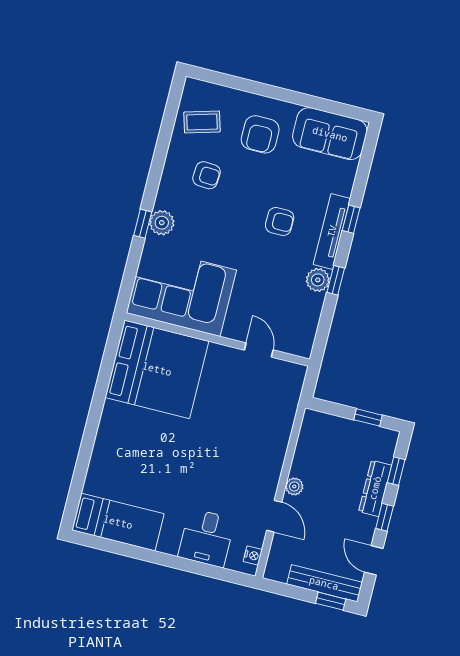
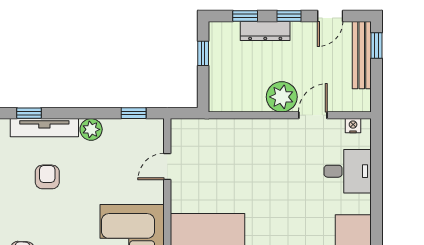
window: (336, 280) -> (134, 113), moved
plant: (294, 486) -> (282, 97), width x1.87, depth x1.87

